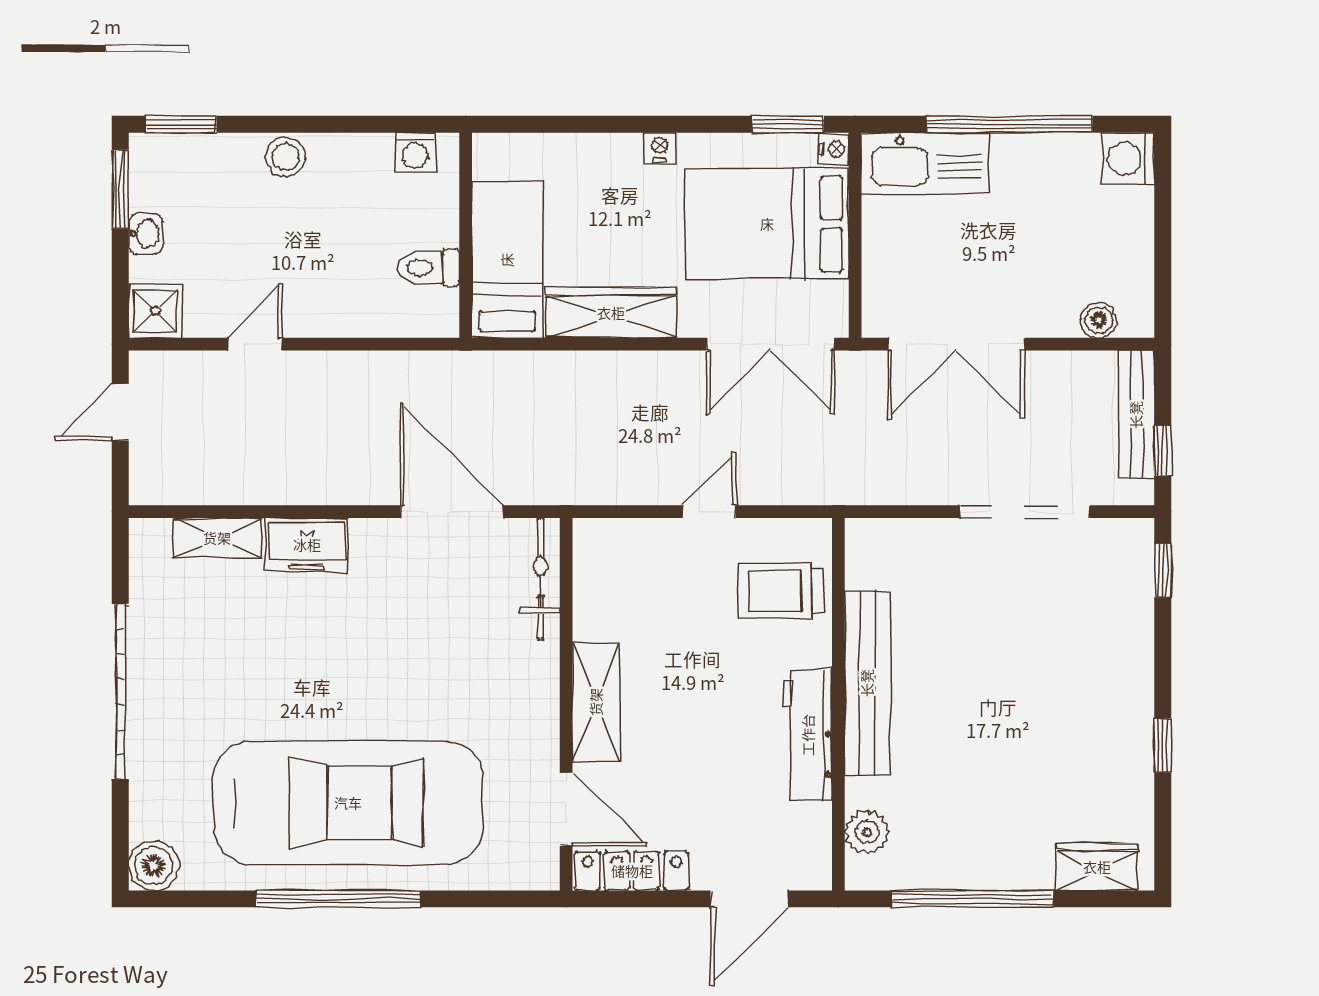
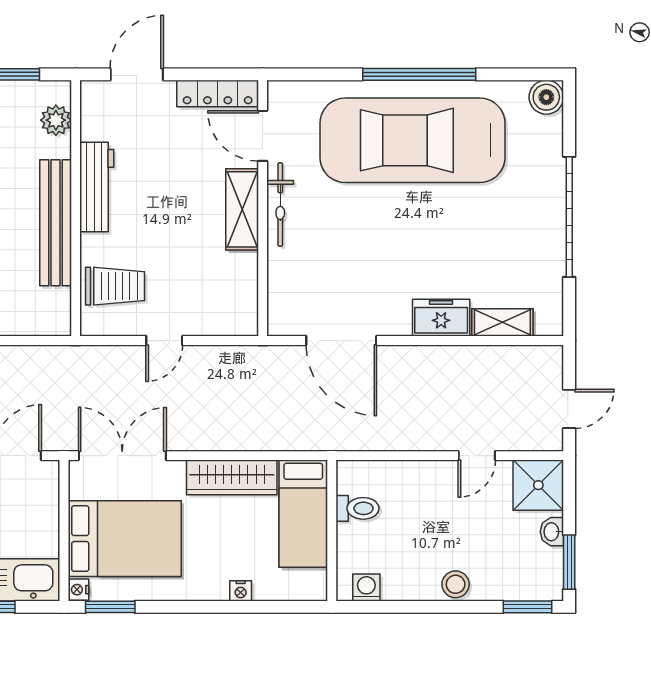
nightstand: (660, 147) -> (241, 591), moved
shower: (155, 311) -> (538, 485), width x1.36, depth x1.36
bicycle: (541, 579) -> (280, 205), moved

